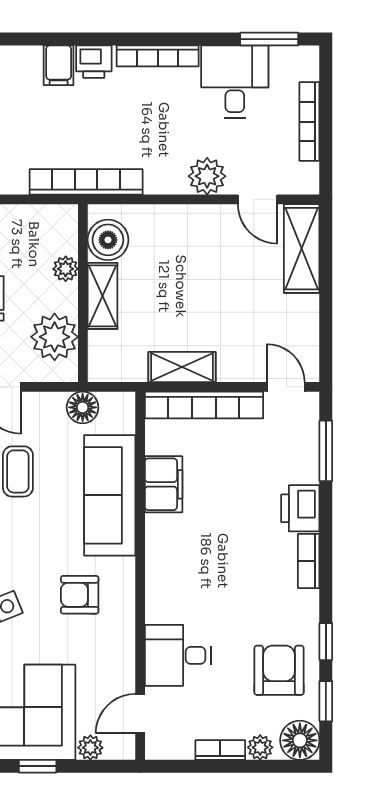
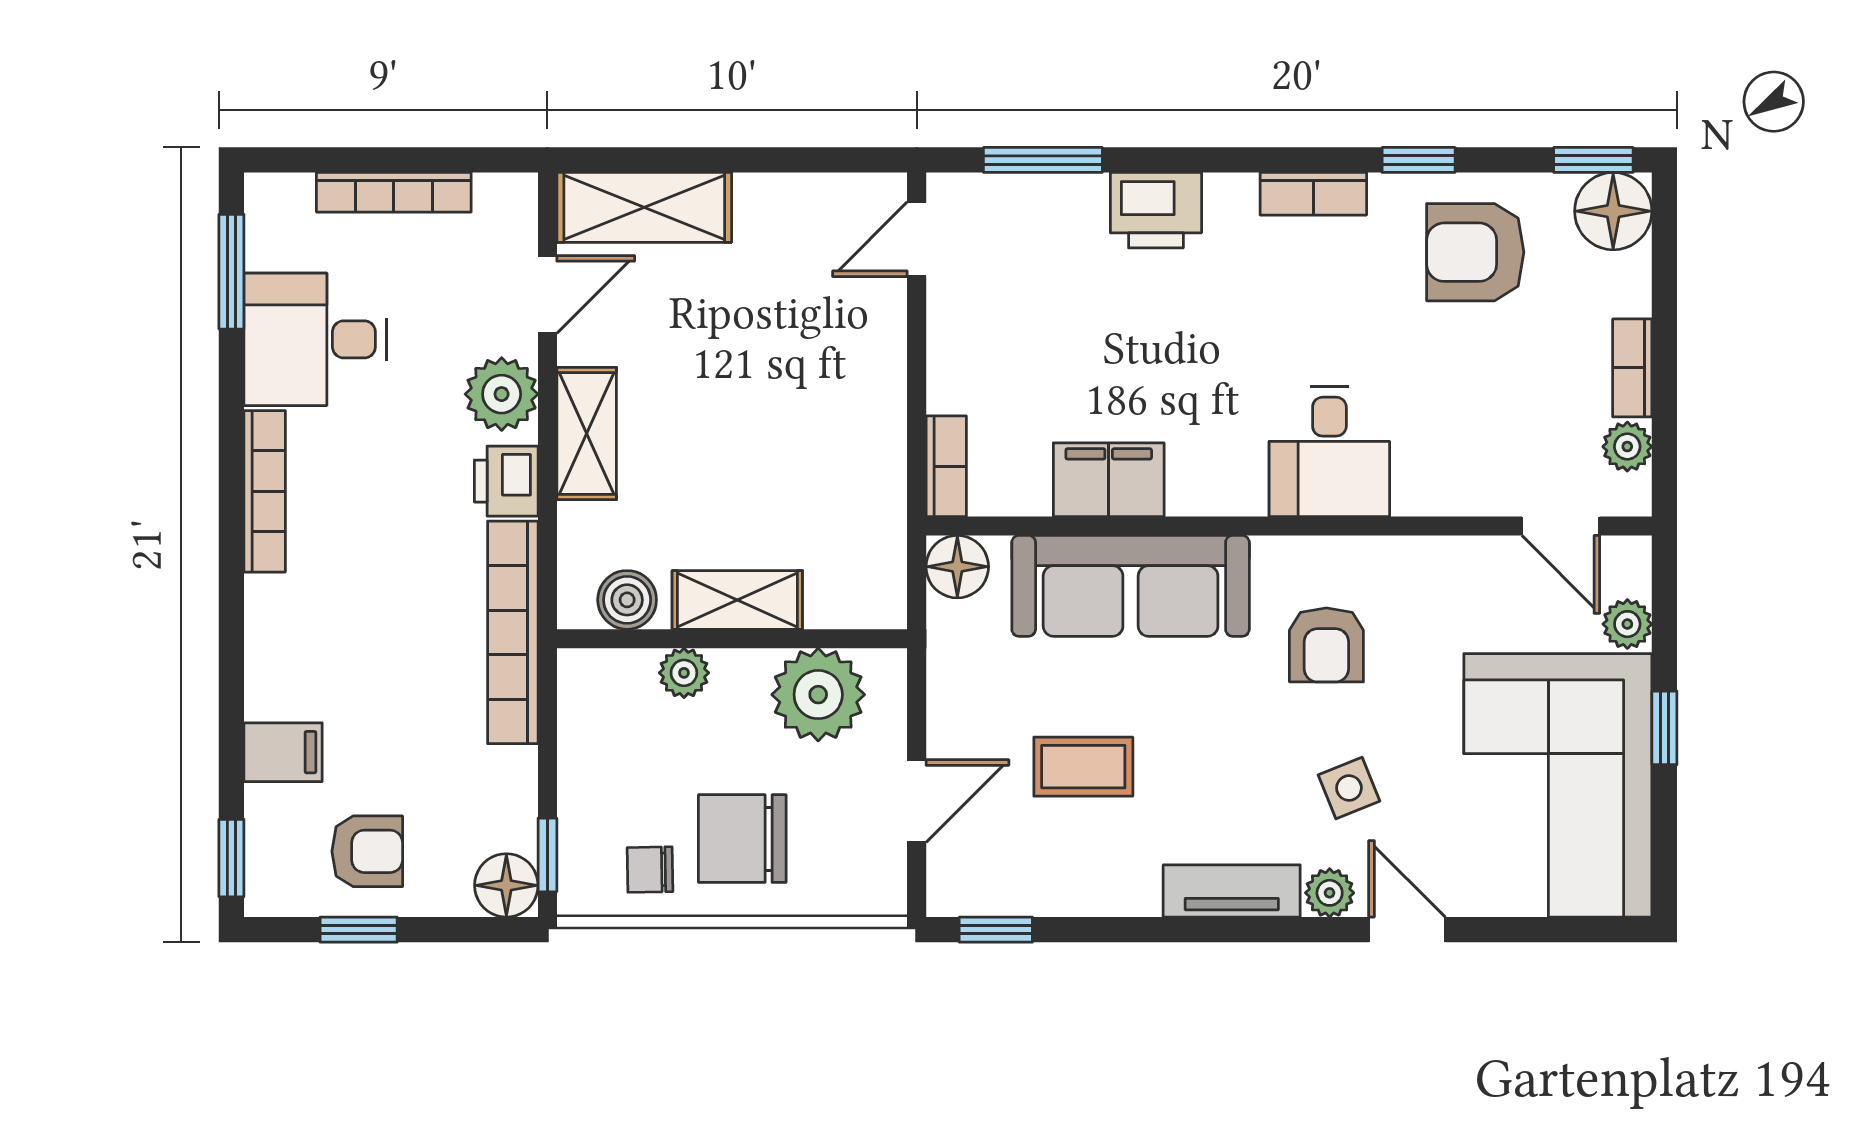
printer: (94, 62) -> (506, 481), moved, turned 180
filing cabinet: (59, 65) -> (283, 752), moved
boiler: (108, 240) -> (627, 600), width x0.73, depth x0.73
shelving: (182, 367) -> (587, 434), moved
bookcase: (204, 405) -> (946, 466), width x0.43, depth x0.76
floor lamp: (83, 407) -> (957, 567), moved
bookcase: (309, 561) -> (1313, 194), moved
desk: (178, 655) -> (1329, 452), moved
window: (326, 701) -> (1593, 160), moved
plant: (260, 747) -> (1627, 447), moved

